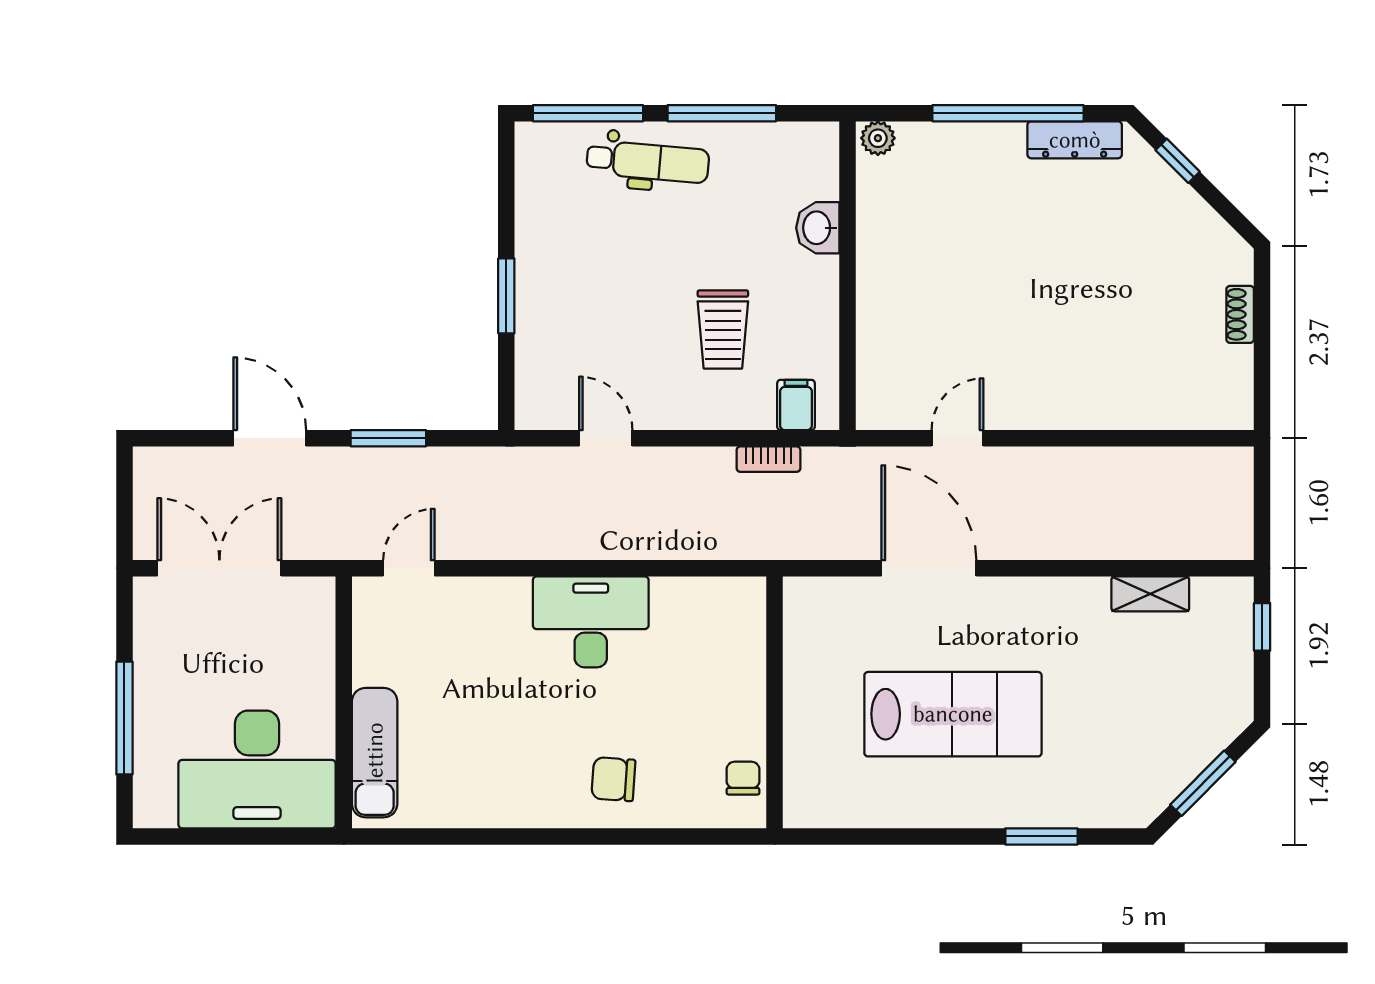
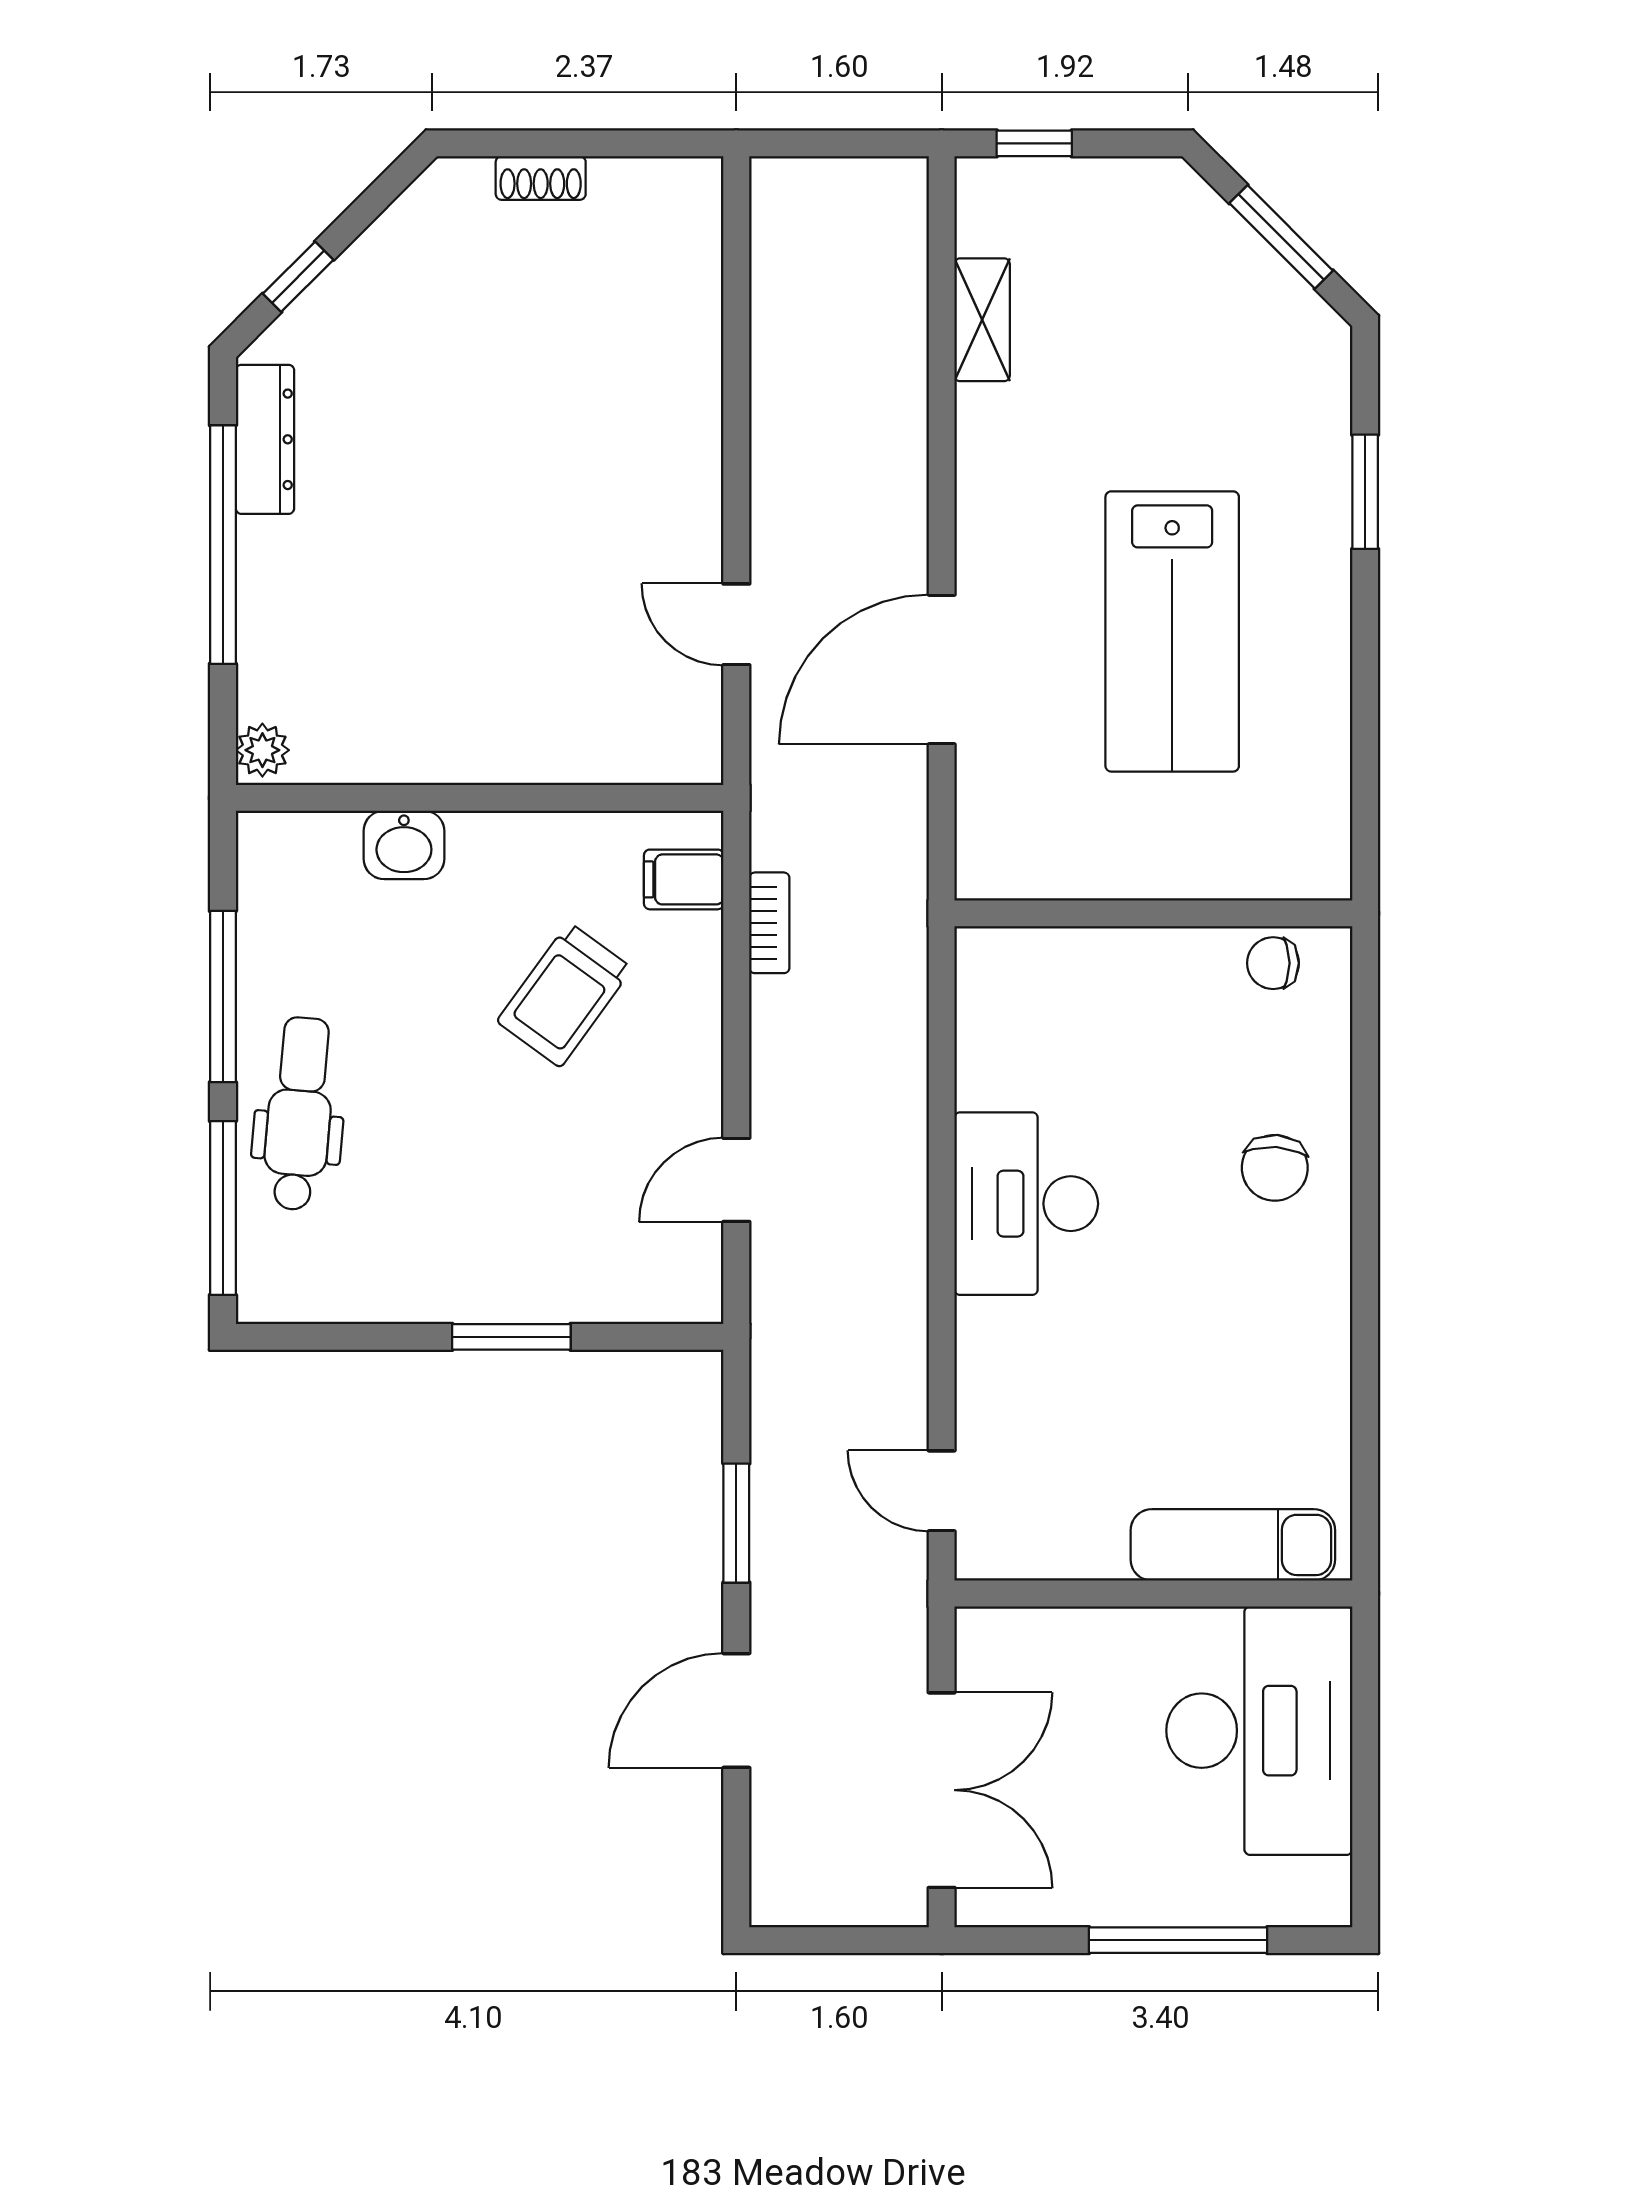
trolley: (723, 329) -> (565, 995), turned 126
double door: (219, 568) -> (942, 1790), swing flipped
lab bench: (953, 714) -> (1172, 631), turned 180

